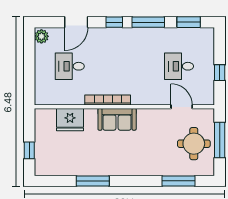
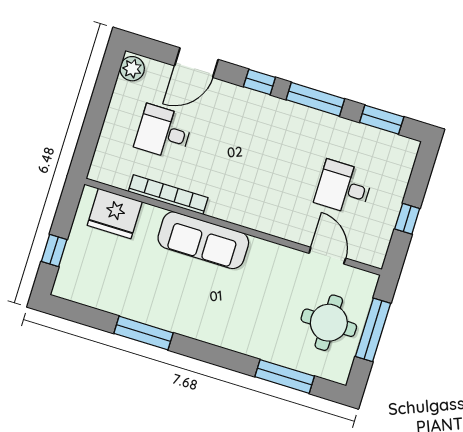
bookcase: (108, 100) -> (168, 195), moved
sofa: (117, 119) -> (203, 240), width x1.36
fridge: (70, 120) -> (115, 213), moved

